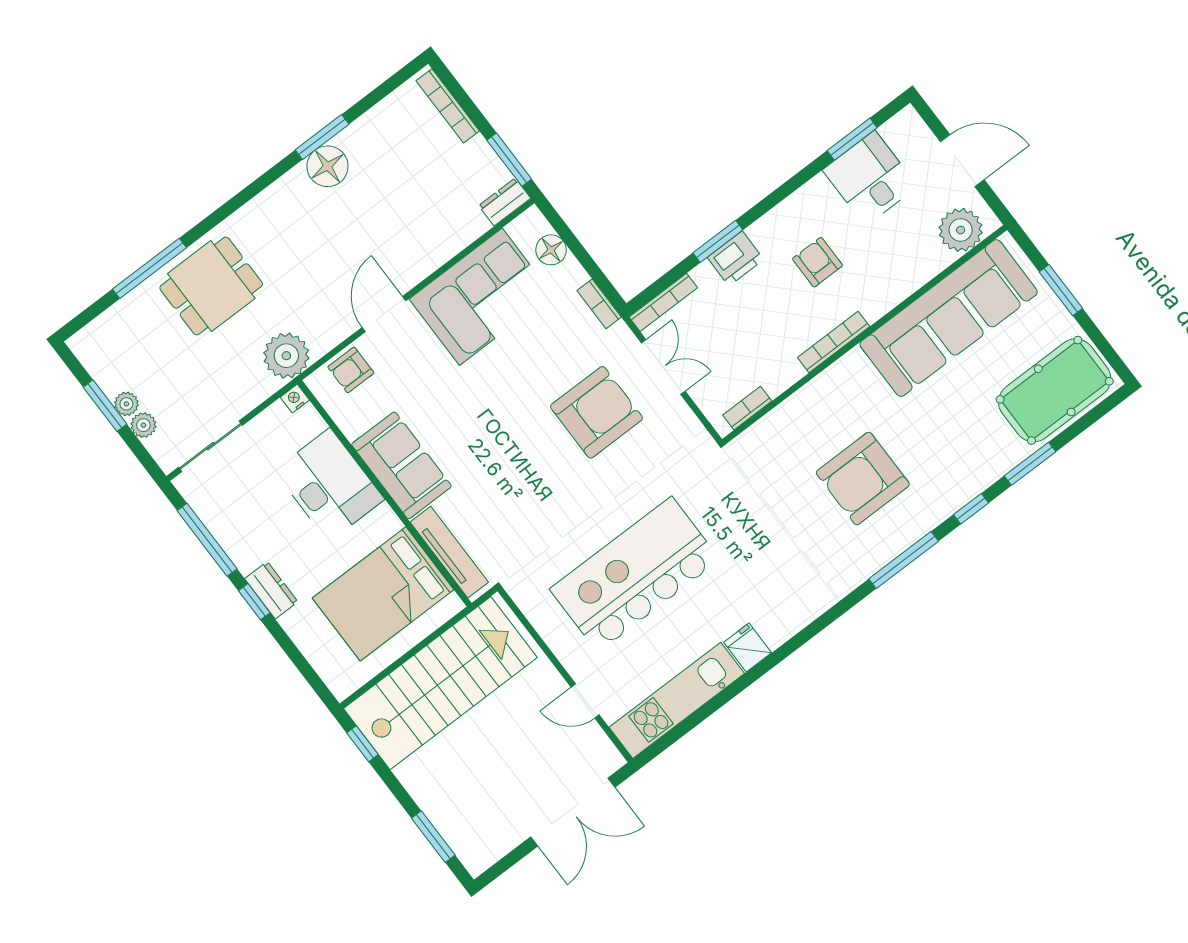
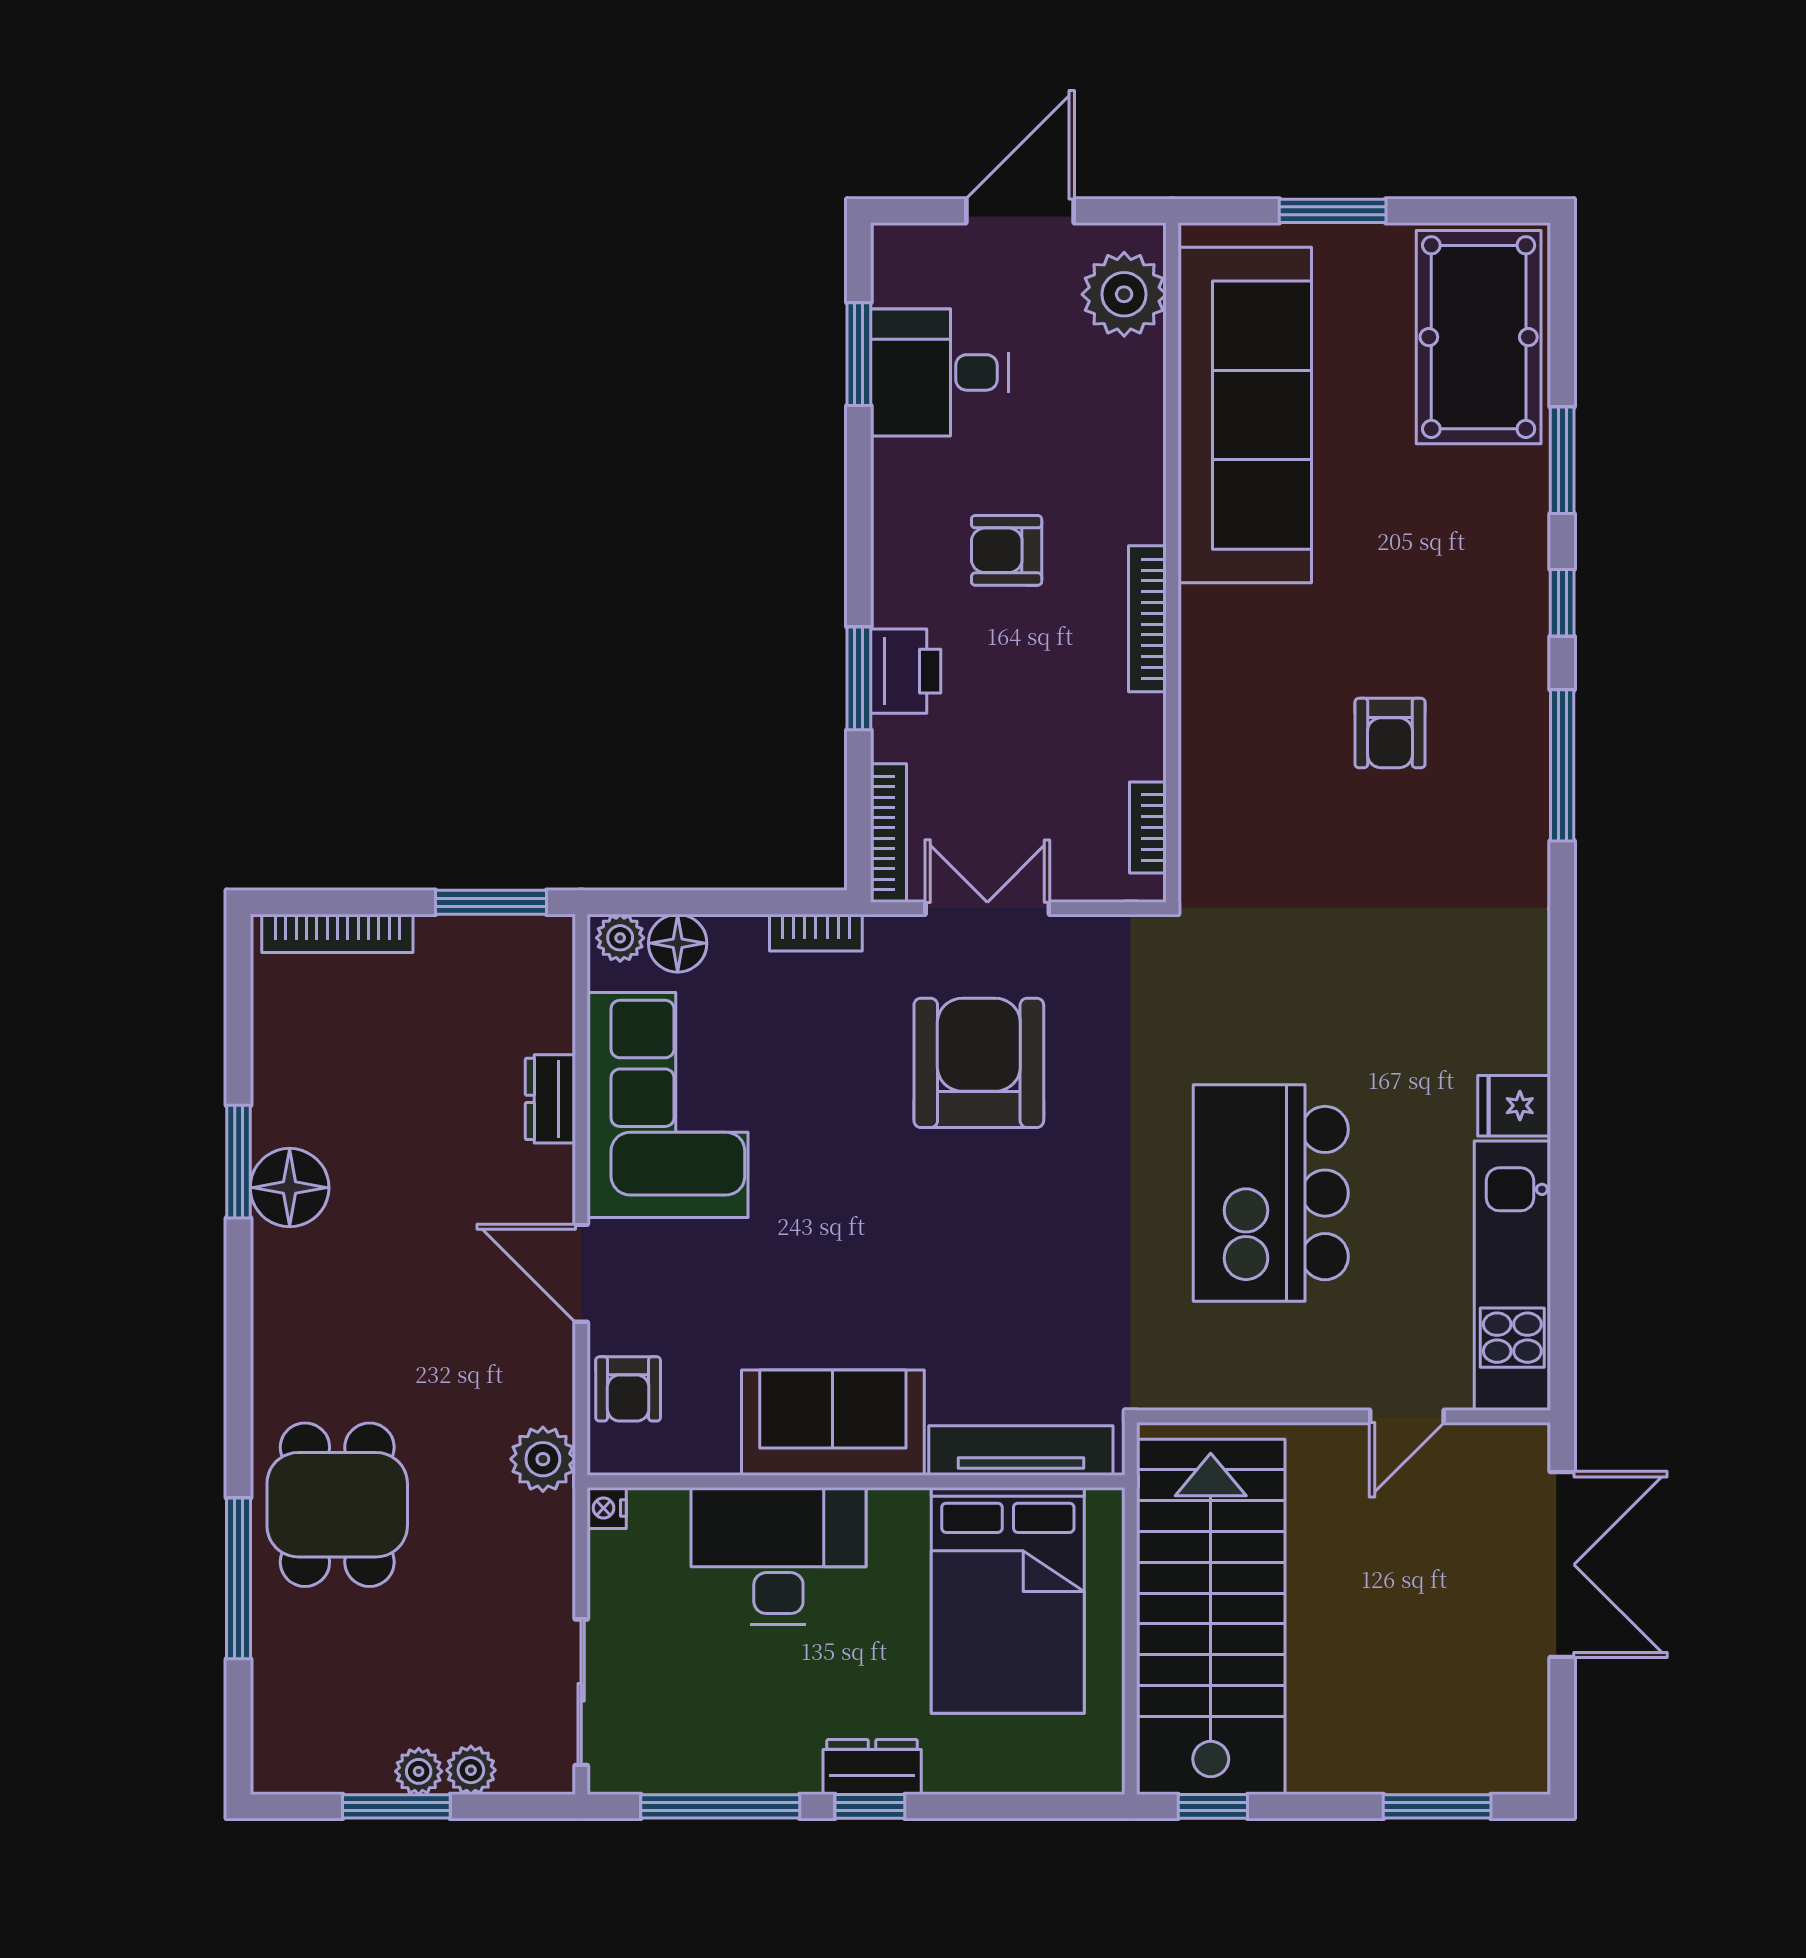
dresser: (505, 202) -> (550, 1099), moved
plant: (535, 224) -> (620, 938), added
plant: (286, 356) -> (543, 1459), width x0.73, depth x0.73
armchair: (863, 479) -> (1390, 733), width x0.53, depth x0.53
kitchen island: (635, 574) -> (1271, 1193), width x0.73

